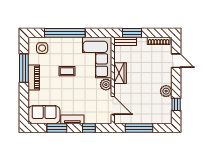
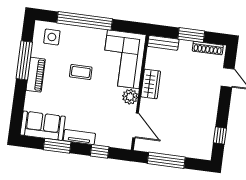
window: (132, 33) -> (191, 35), moved
plant: (166, 91) -> (209, 116), removed

